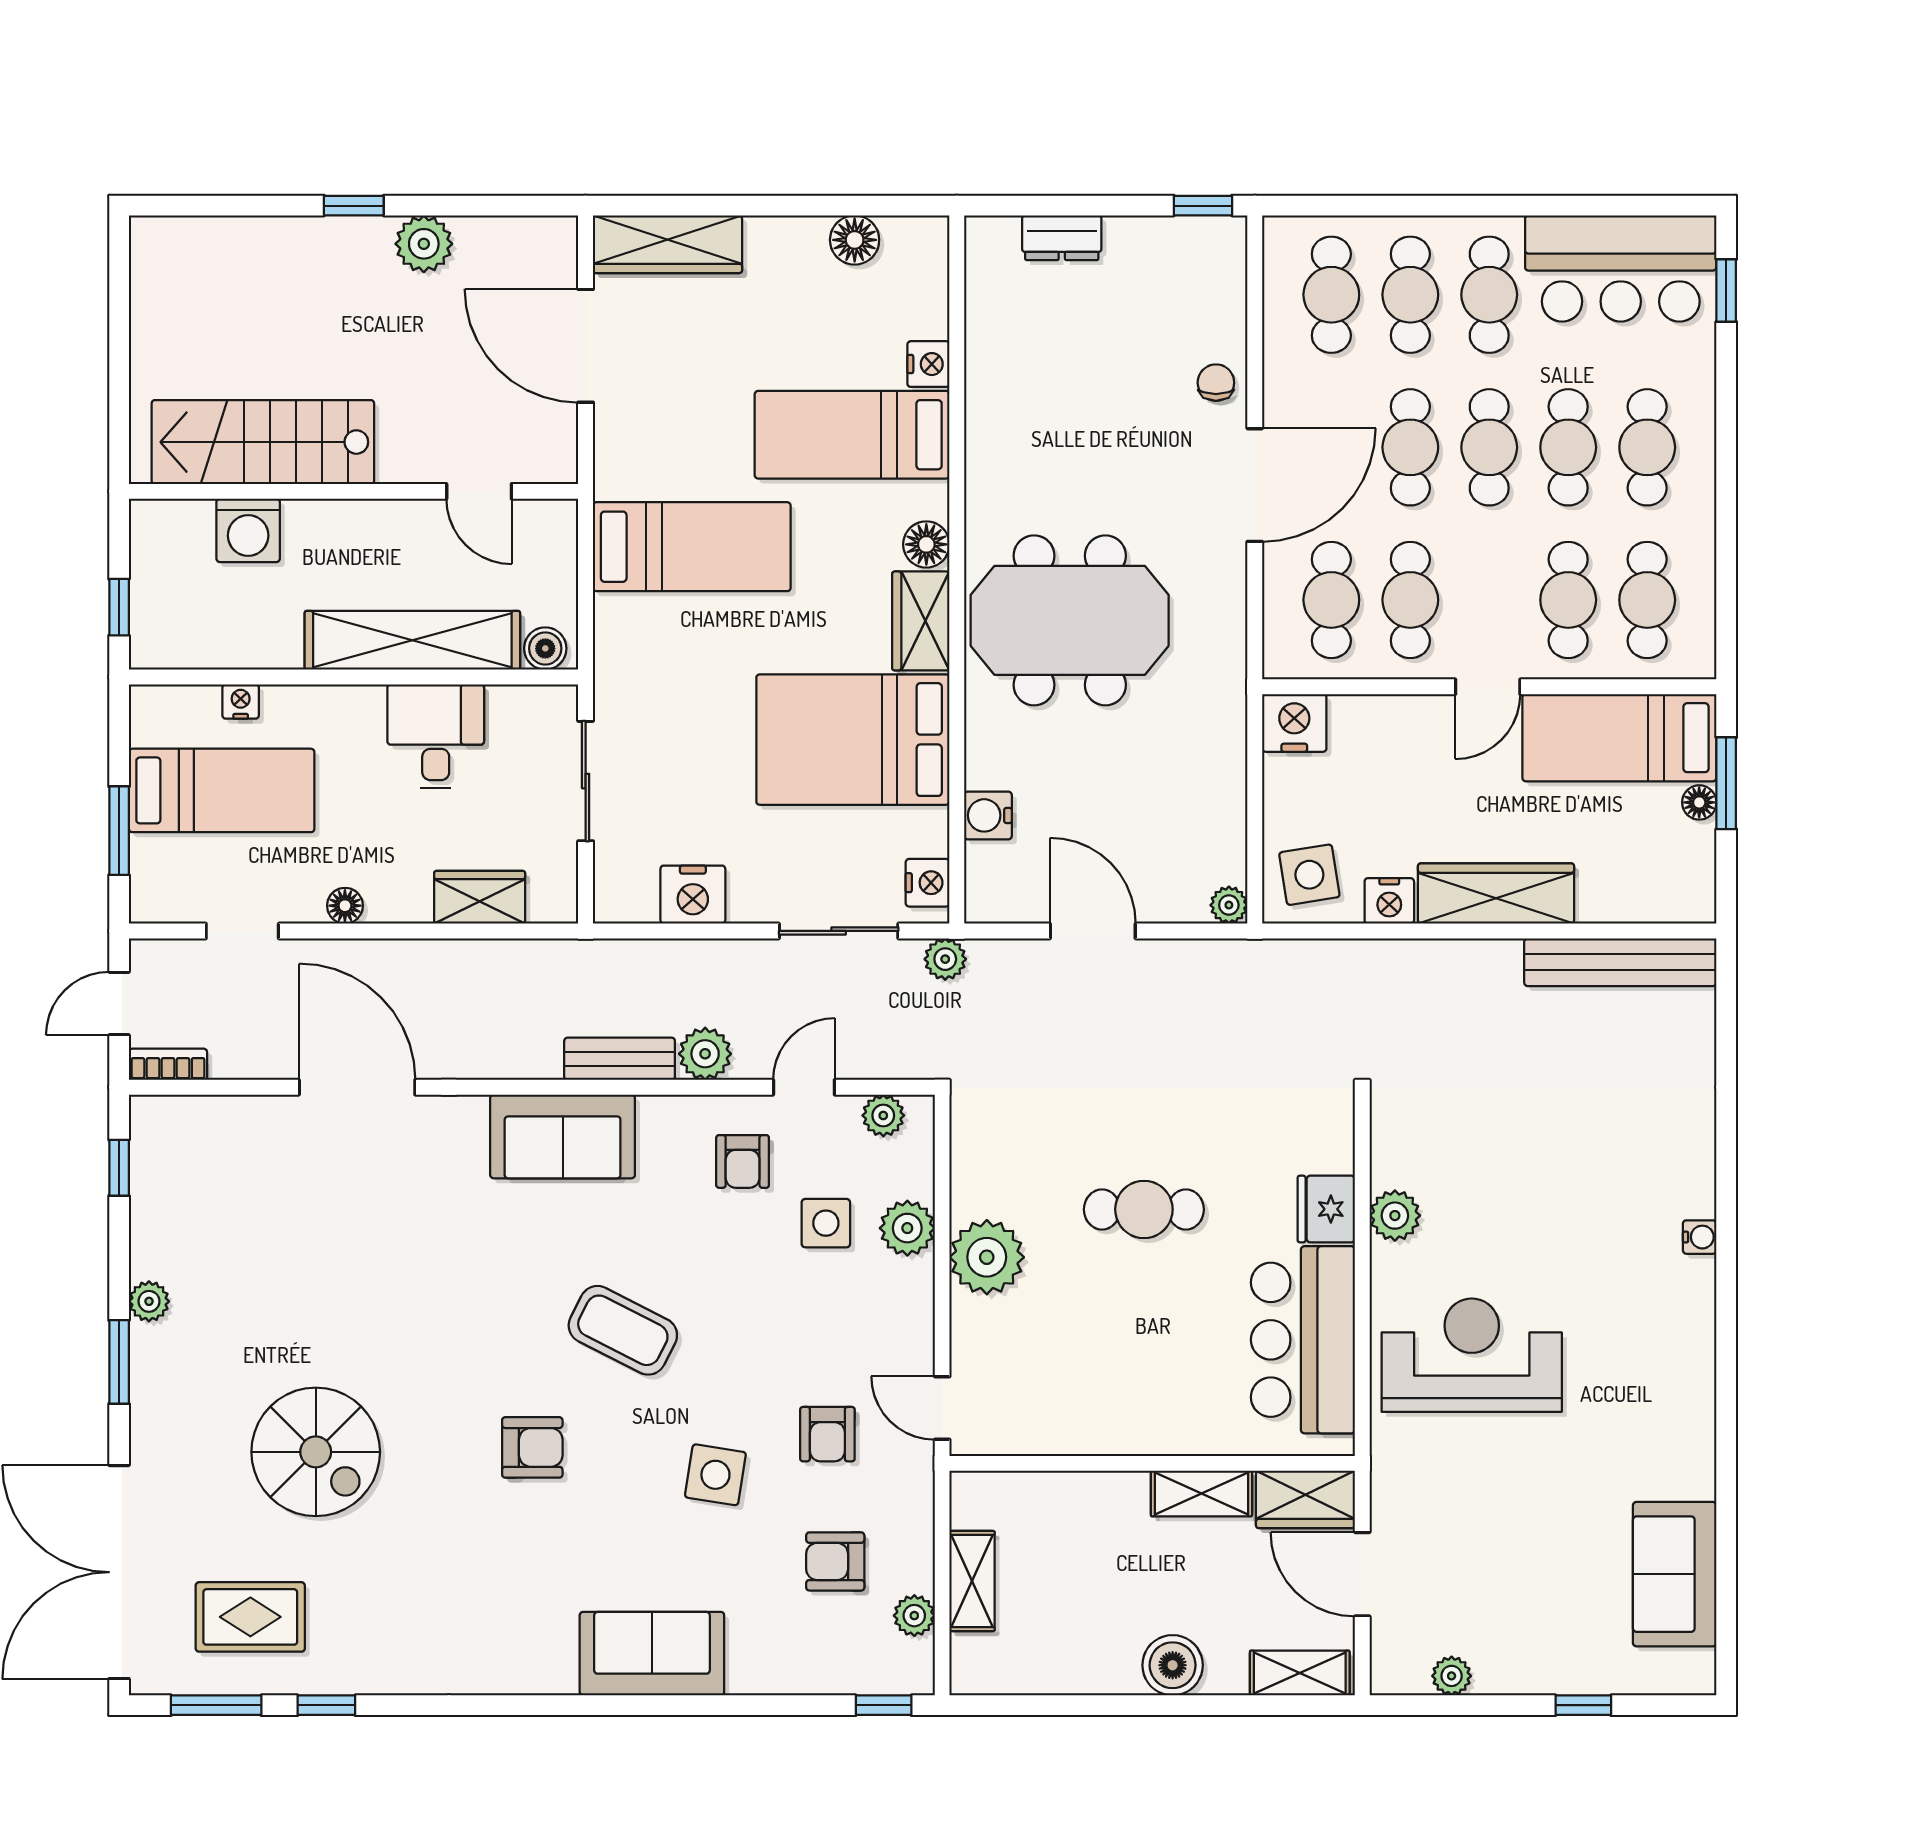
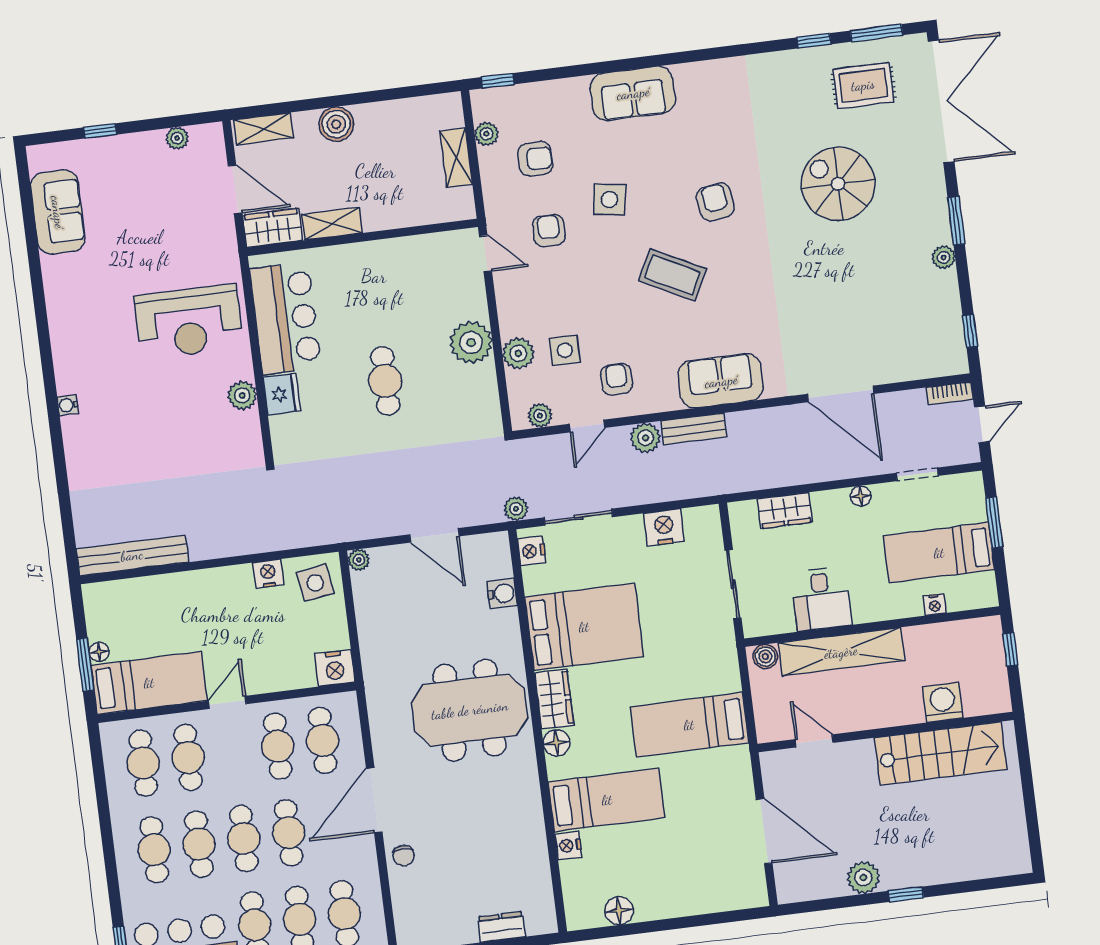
wardrobe: (668, 244) -> (725, 895), removed
wardrobe: (1496, 893) -> (208, 586), removed
cafe table: (1144, 1209) -> (385, 381), turned 90
armchair: (532, 1447) -> (715, 202), turned 81

